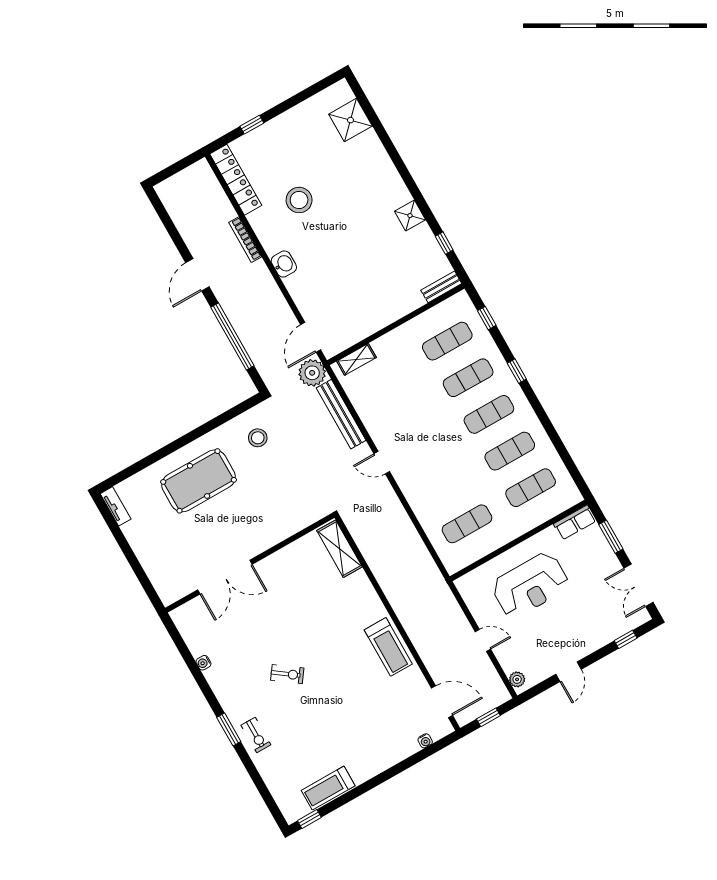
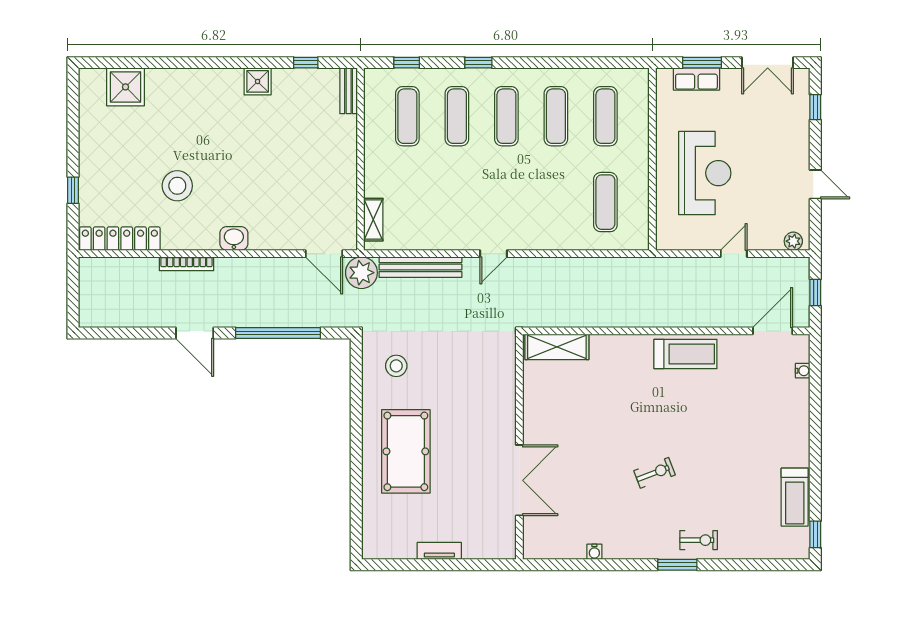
tv unit: (116, 506) -> (439, 551), moved
row of seats: (575, 522) -> (696, 79), moved, turned 90
exercise bike: (287, 674) -> (655, 473), turned 33

